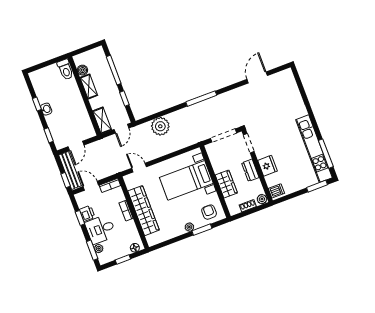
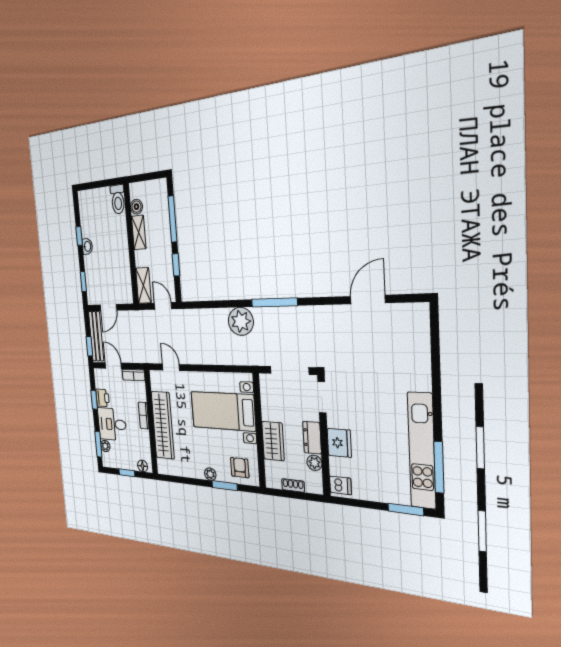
plant: (160, 126) -> (241, 321), moved
door: (121, 129) -> (163, 306), swing flipped
plant: (262, 199) -> (314, 463), moved

